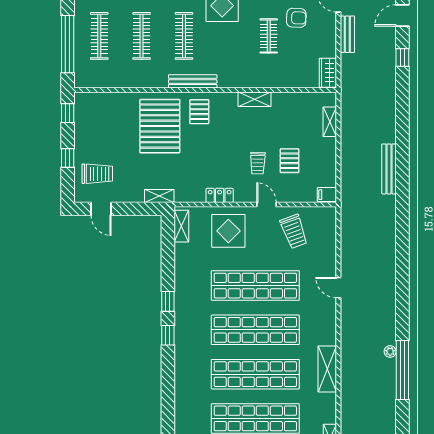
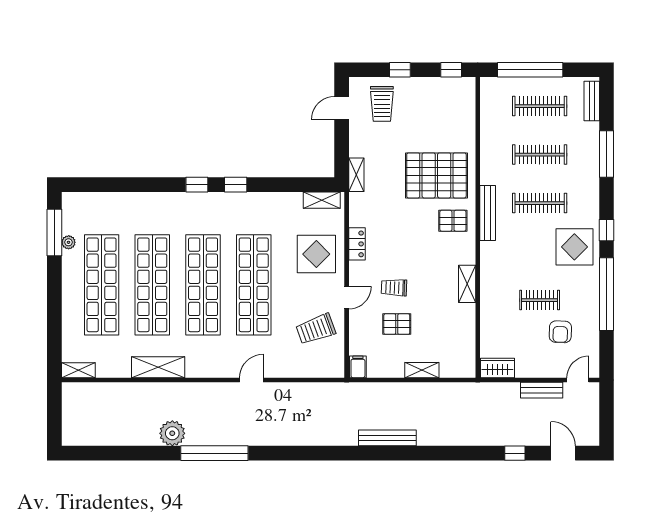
shelving: (330, 122) -> (422, 370), moved
plant: (390, 352) -> (172, 433), width x1.87, depth x1.87
window: (402, 370) -> (214, 453), moved

